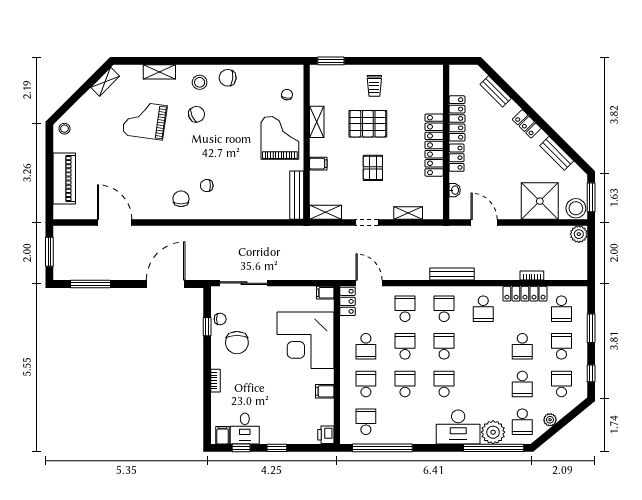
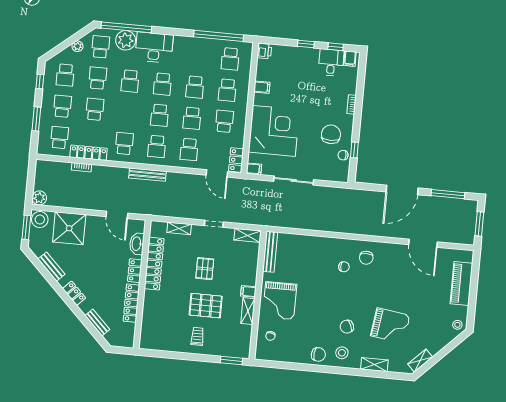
locker: (434, 145) -> (154, 264), moved
filing cabinet: (318, 164) -> (248, 291), moved
washbasin: (455, 190) -> (137, 244), width x1.91, depth x1.45
sliding door: (244, 283) -> (294, 180), moved
door: (166, 284) -> (402, 190), moved
school desk: (561, 346) -> (62, 106), turned 180
school desk: (483, 384) -> (130, 81), added

